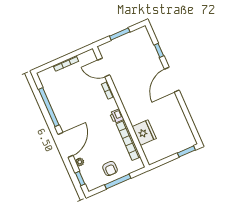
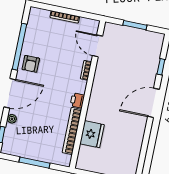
armchair: (110, 169) -> (31, 64), moved

